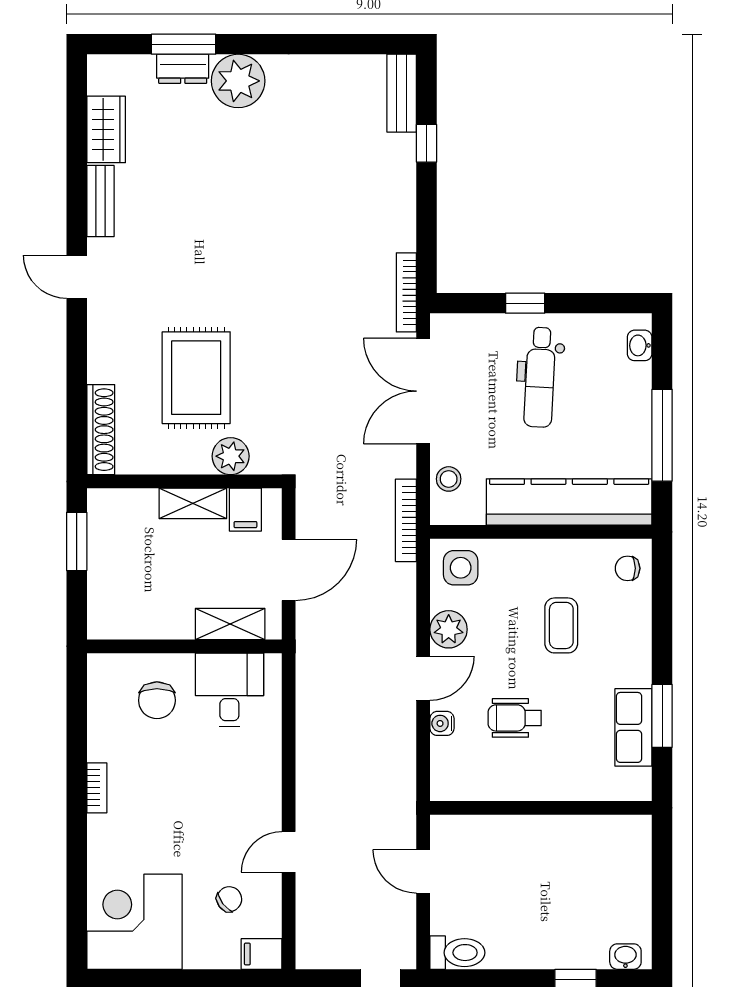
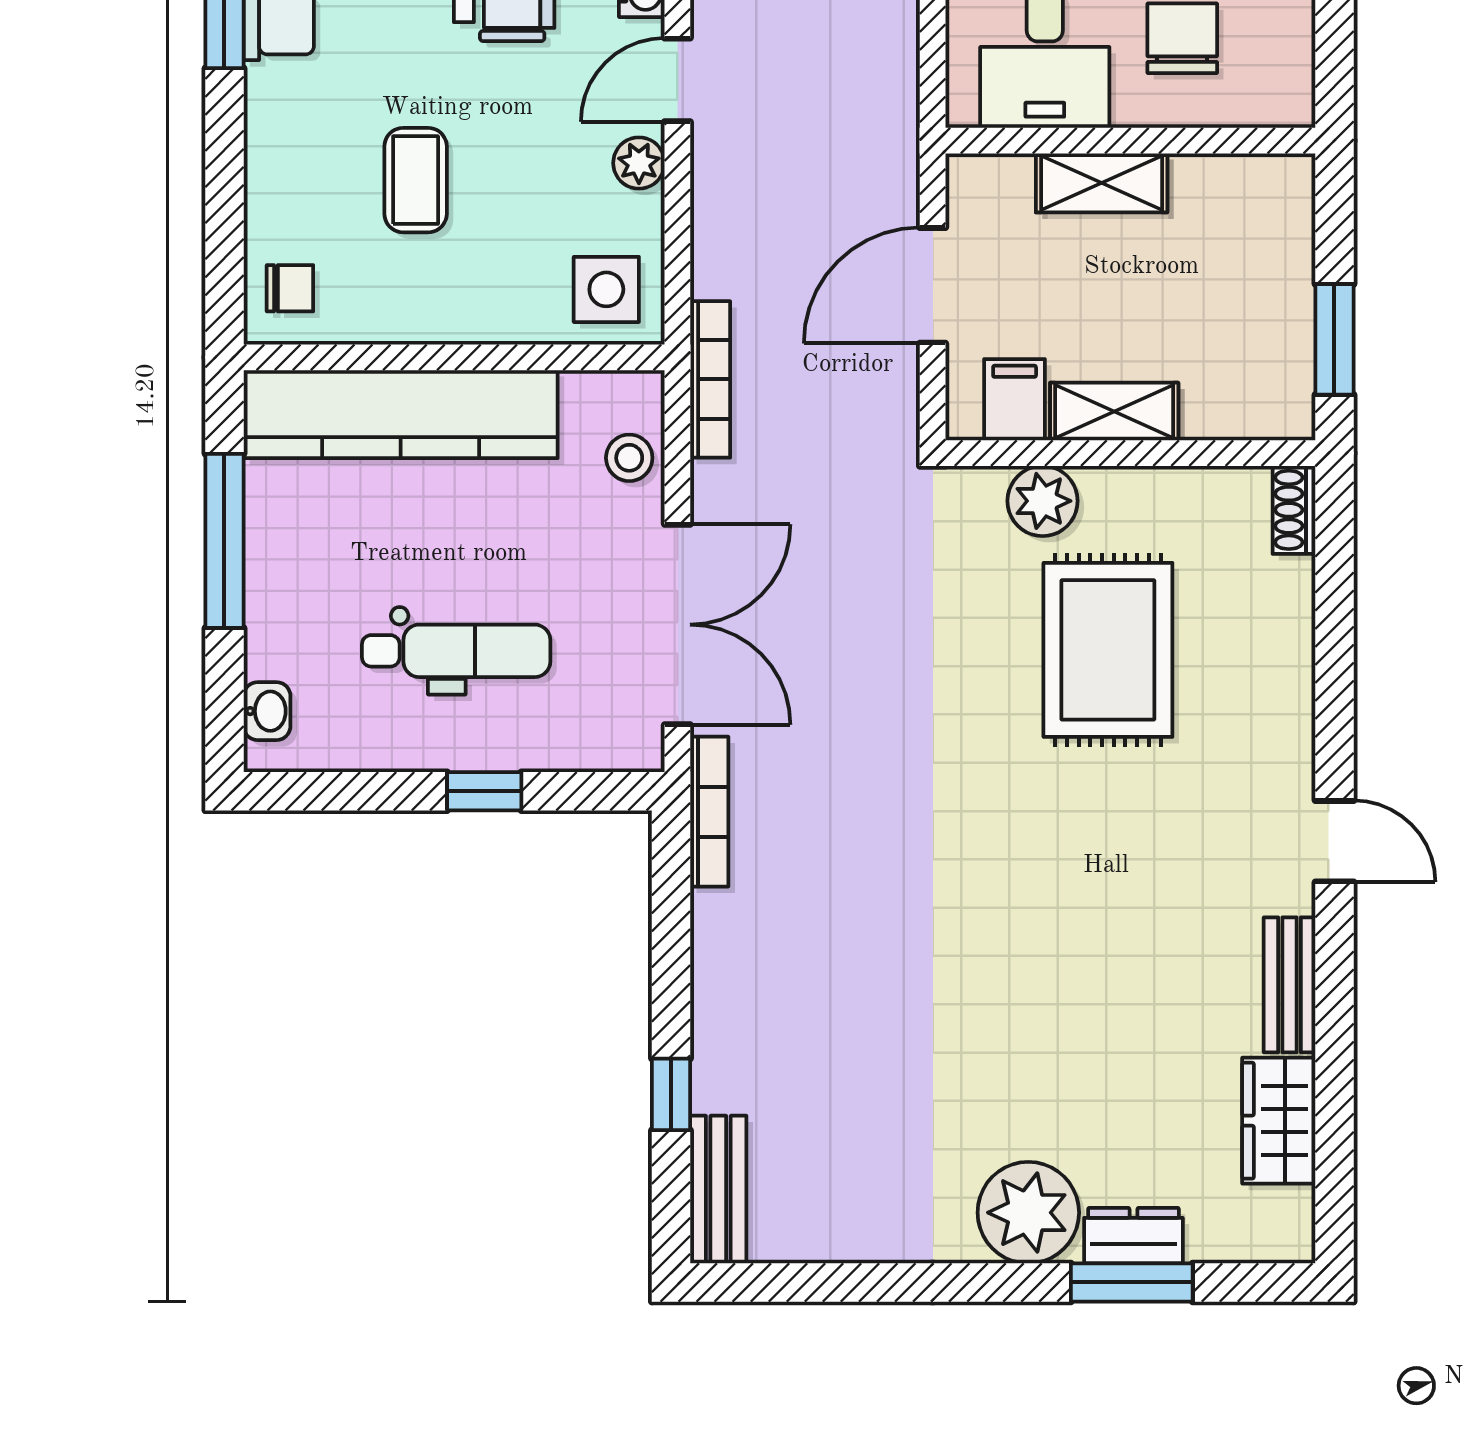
dental chair: (540, 377) -> (456, 651), turned 87
shoe rack: (101, 430) -> (1294, 510), width x0.51, depth x0.81
shelving: (230, 624) -> (1102, 183), moved
plant: (449, 629) -> (639, 163), width x0.73, depth x0.73

